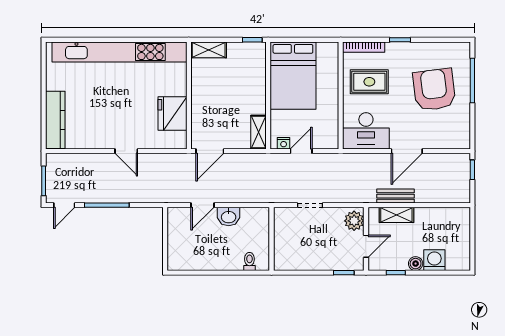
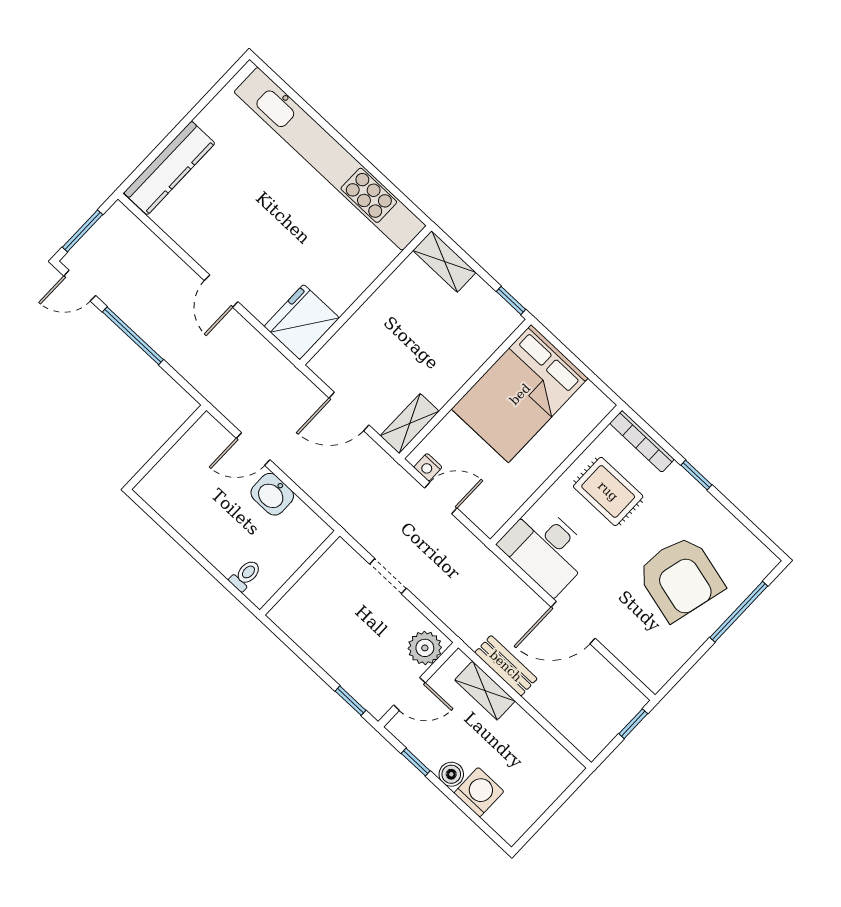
armchair: (434, 90) -> (680, 578), turned 111
fridge: (172, 113) -> (302, 322), moved
door: (210, 151) -> (349, 411), moved

